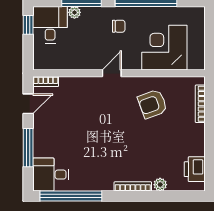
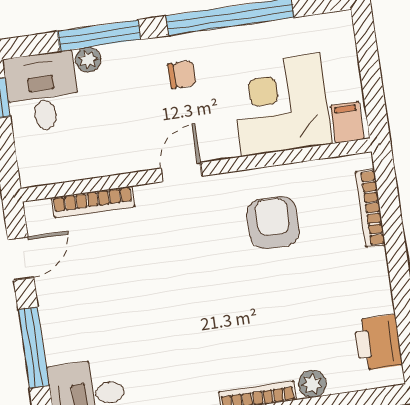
filing cabinet: (195, 61) -> (347, 122), added
bookcase: (46, 82) -> (93, 202), moved, width x1.56
armchair: (152, 104) -> (273, 223), turned 110

